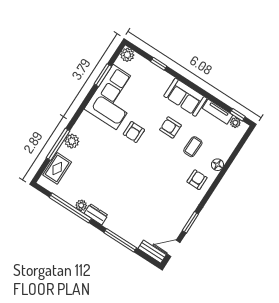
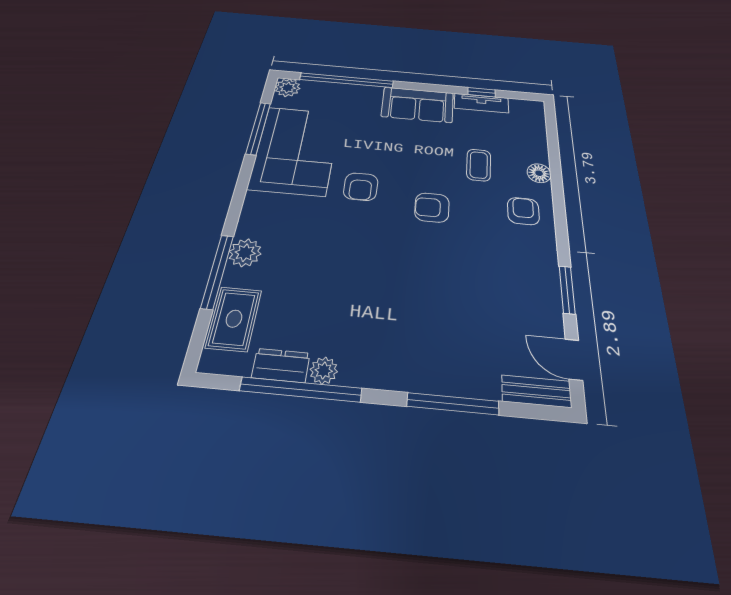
window: (159, 64) -> (347, 80), width x3.17
window: (103, 75) -> (258, 128), width x1.44
window: (238, 115) -> (482, 92), moved
plant: (235, 123) -> (520, 106), removed
armchair: (170, 127) -> (432, 208), moved
dresser: (96, 214) -> (281, 365), moved
door: (173, 248) -> (574, 359), hinge flipped

